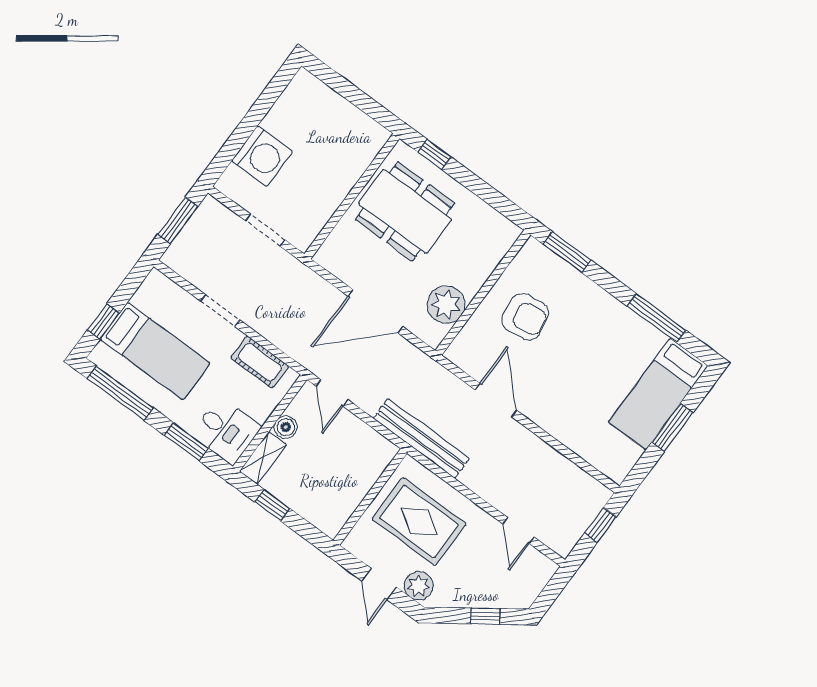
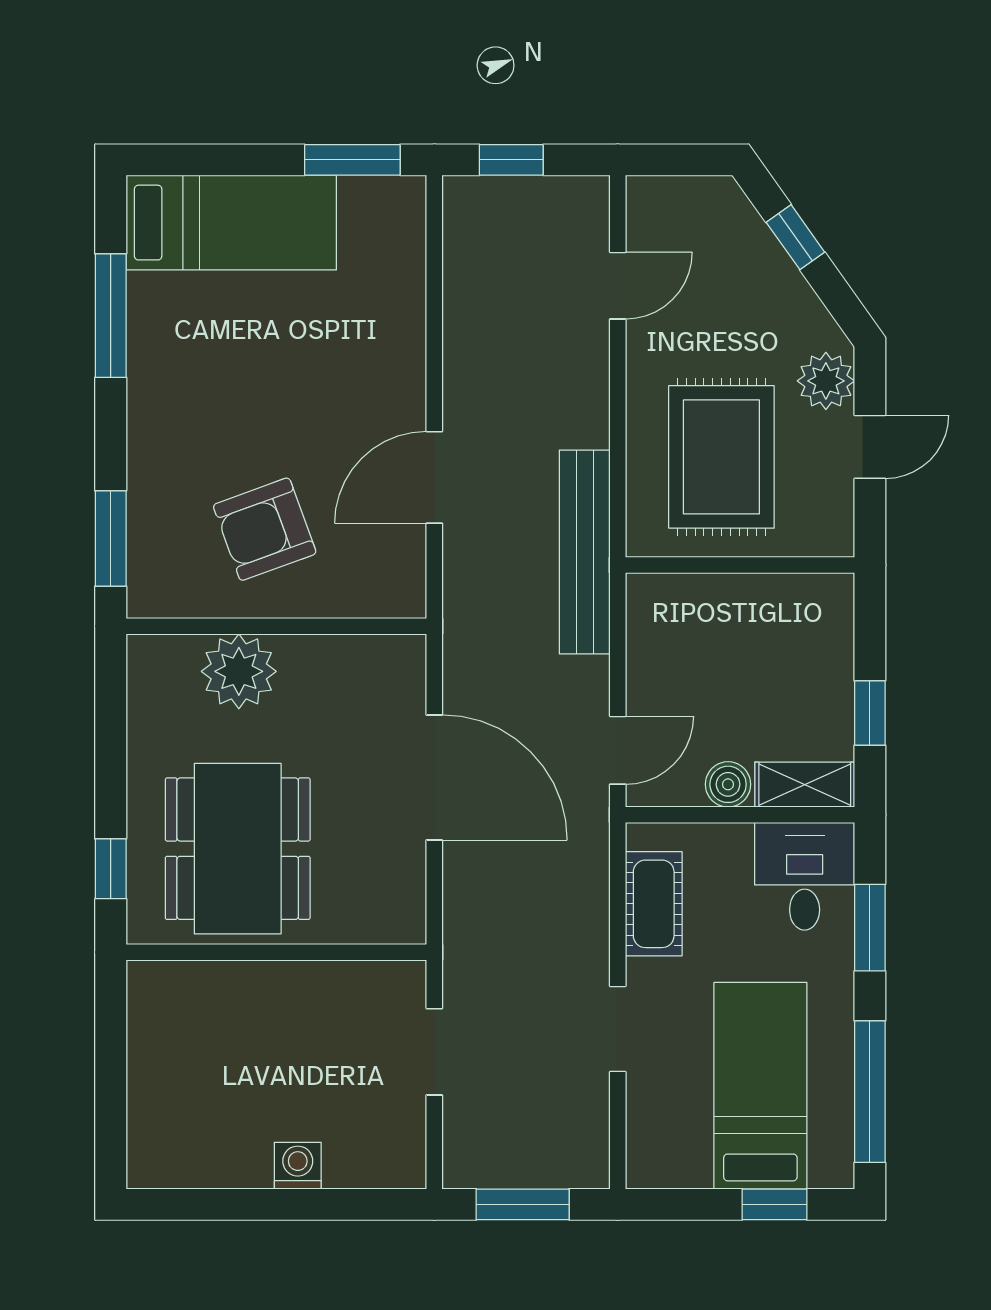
washing machine: (262, 156) -> (298, 1166), width x0.53, depth x0.53
plant: (446, 305) -> (239, 671), moved
armchair: (525, 317) -> (265, 529), turned -101
window: (672, 427) -> (352, 160), moved

